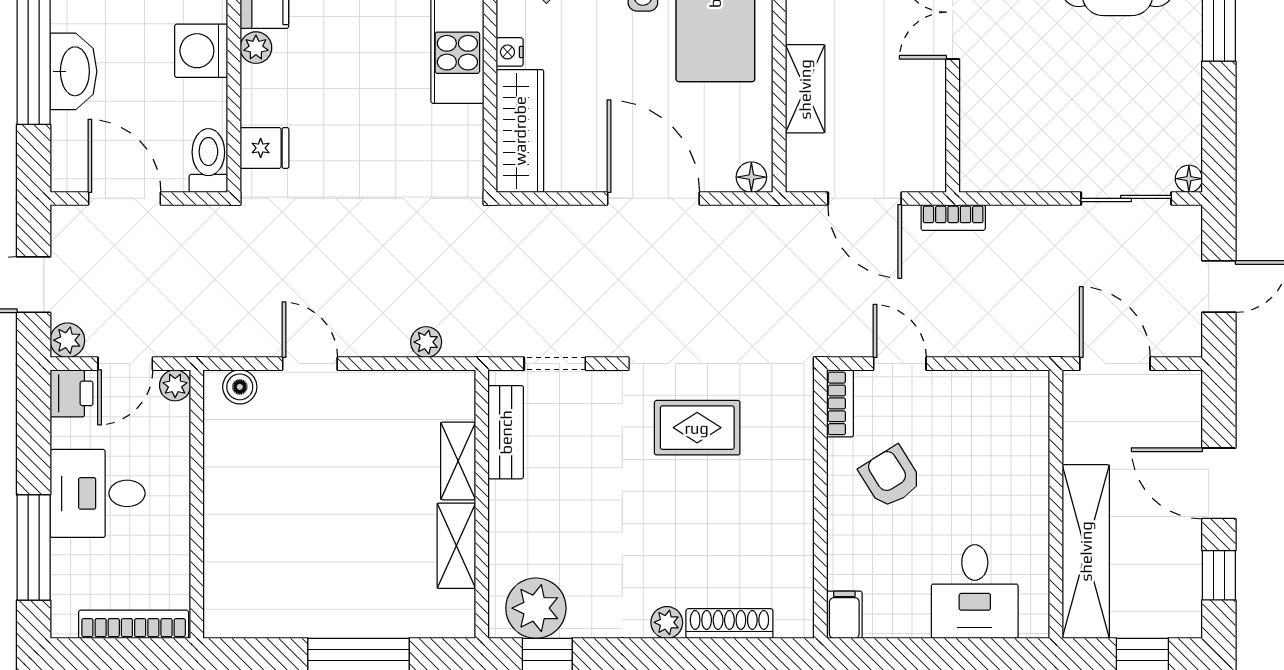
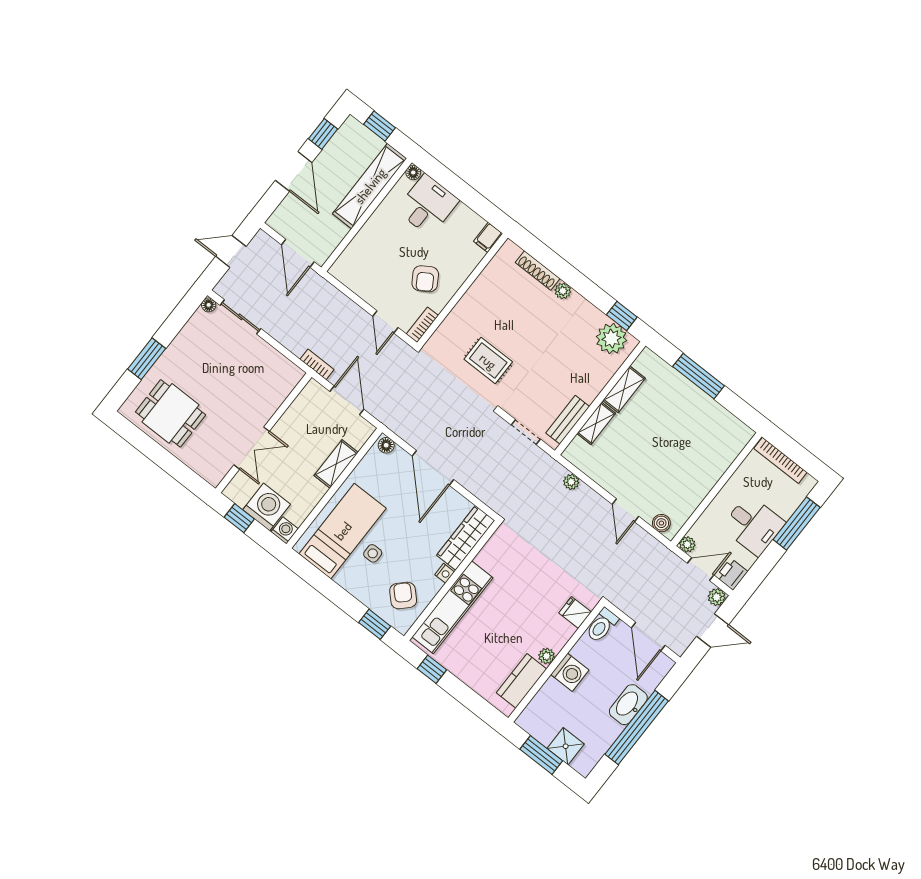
floor lamp: (1036, 624) -> (413, 173), added

